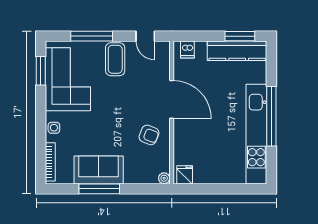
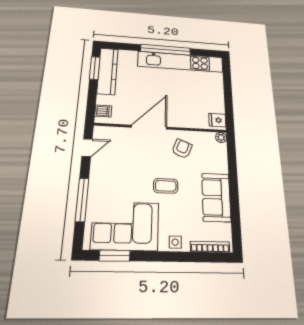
coffee table: (115, 59) -> (166, 186), moved, width x0.73, depth x0.77
window: (99, 189) -> (234, 197), removed

